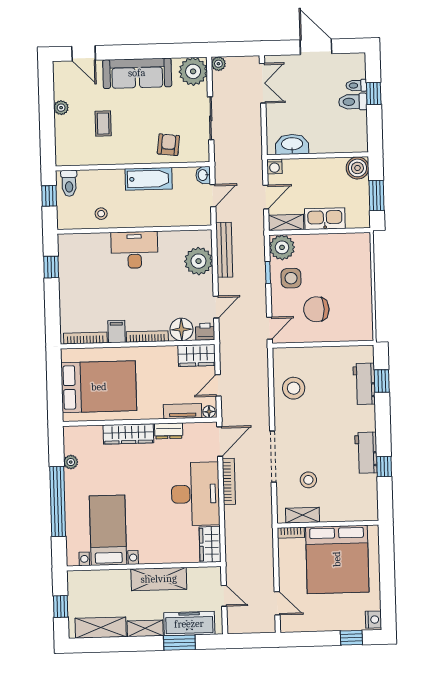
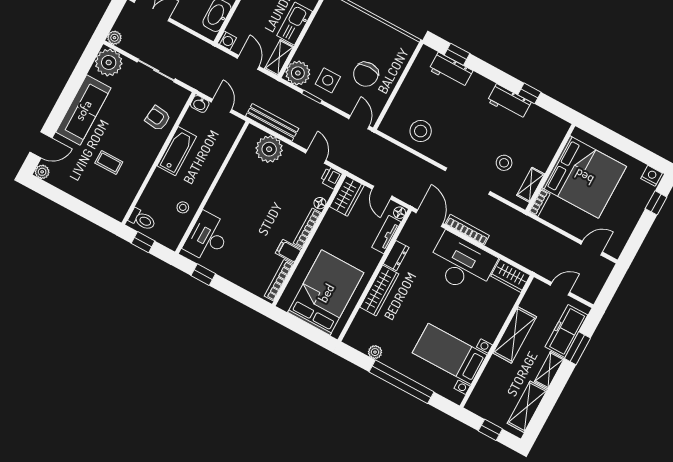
plant: (61, 108) -> (42, 172), moved
desk: (134, 250) -> (207, 237), moved
floor lamp: (181, 329) -> (320, 203), width x0.53, depth x0.53

